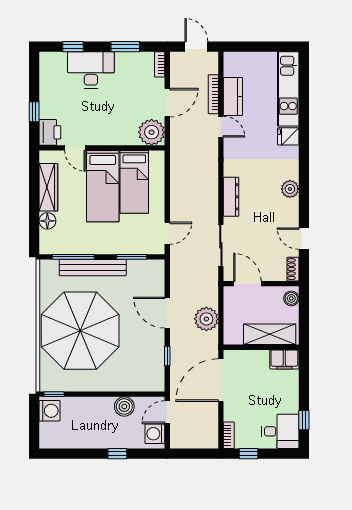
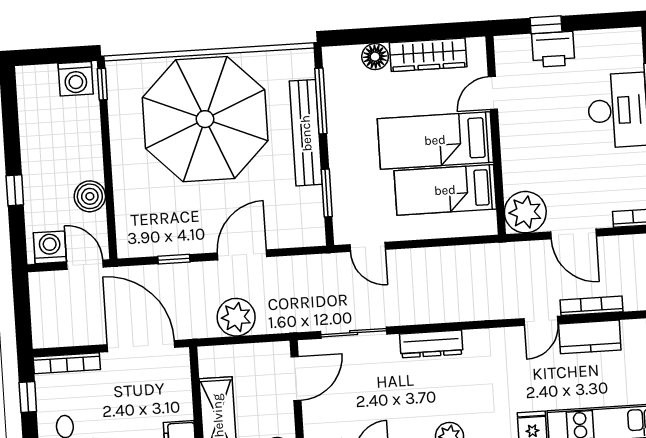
printer: (50, 132) -> (553, 49), moved
bookcase: (229, 435) -> (67, 363), width x1.56

